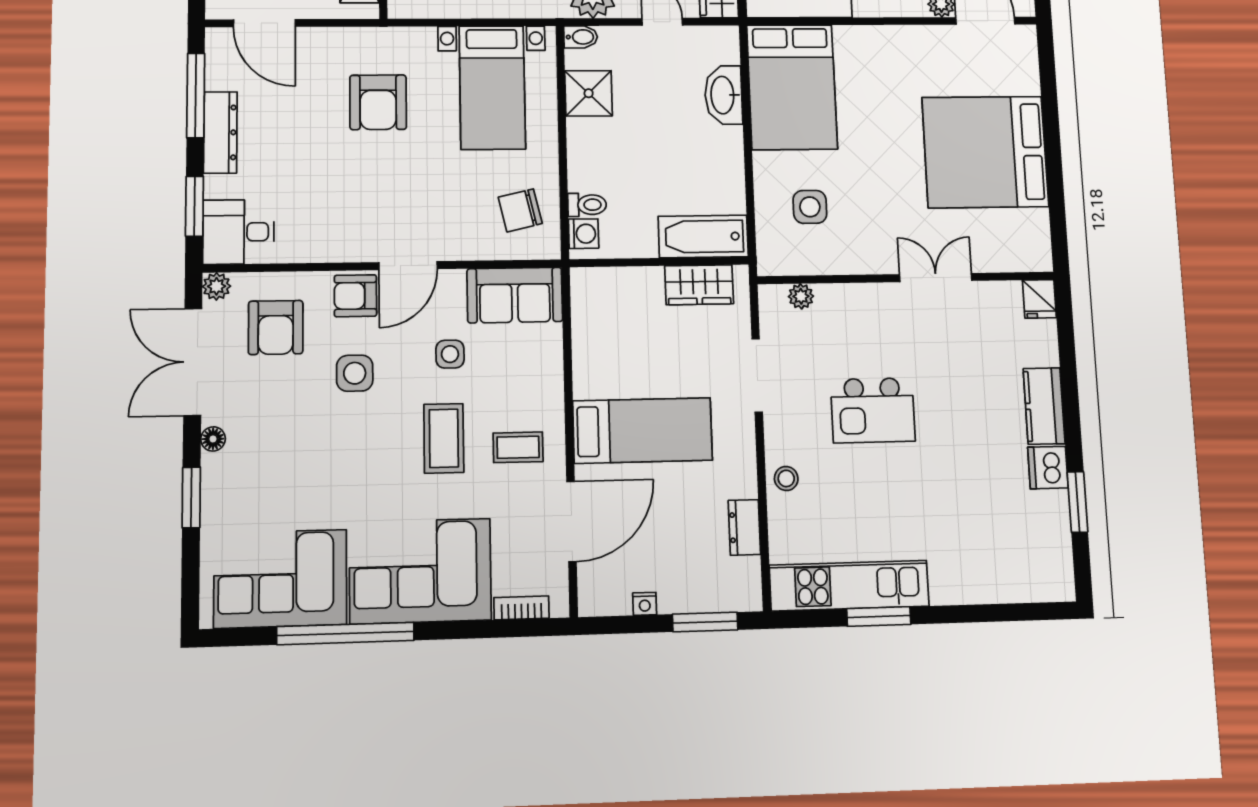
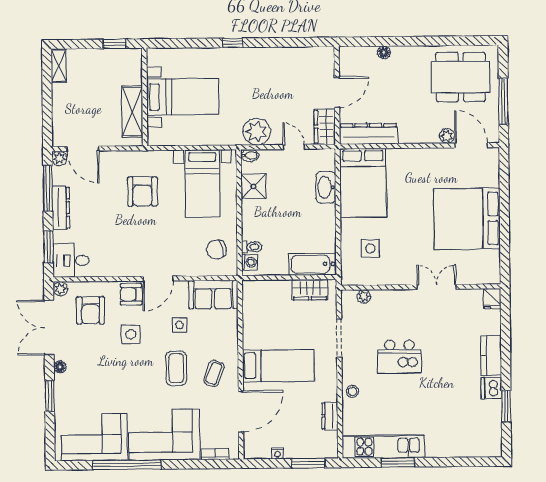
plant: (219, 41) -> (59, 158), added
coffee table: (518, 447) -> (214, 373), turned -69

